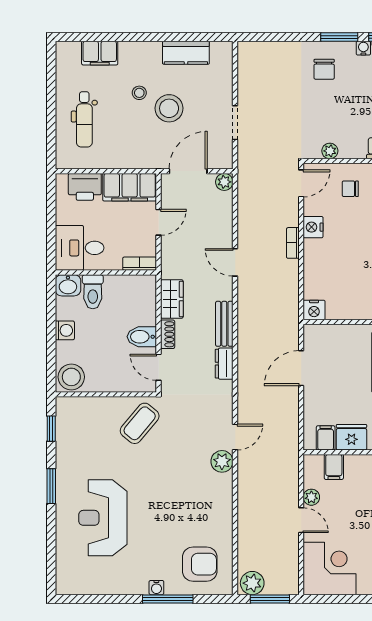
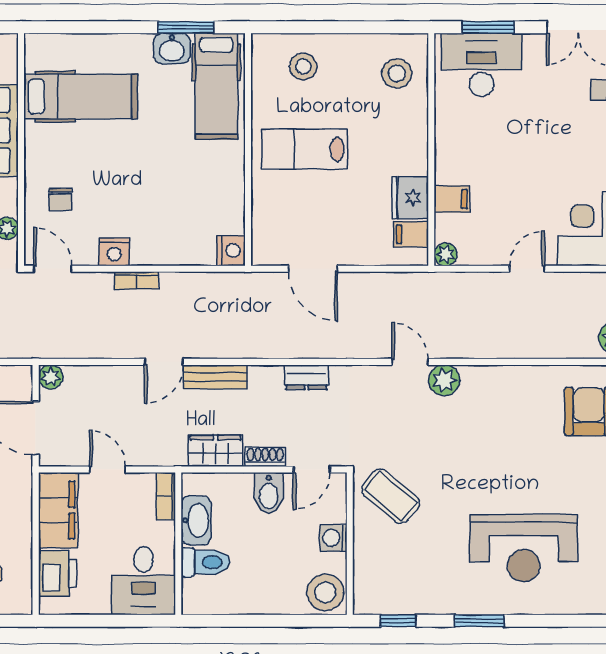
washbasin: (68, 285) -> (196, 520), moved, width x1.38
bench: (224, 324) -> (215, 377), moved
washing machine: (65, 330) -> (334, 538), moved, turned -90
filing cabinet: (334, 467) -> (452, 199), moved
plant: (311, 497) -> (446, 254), moved

